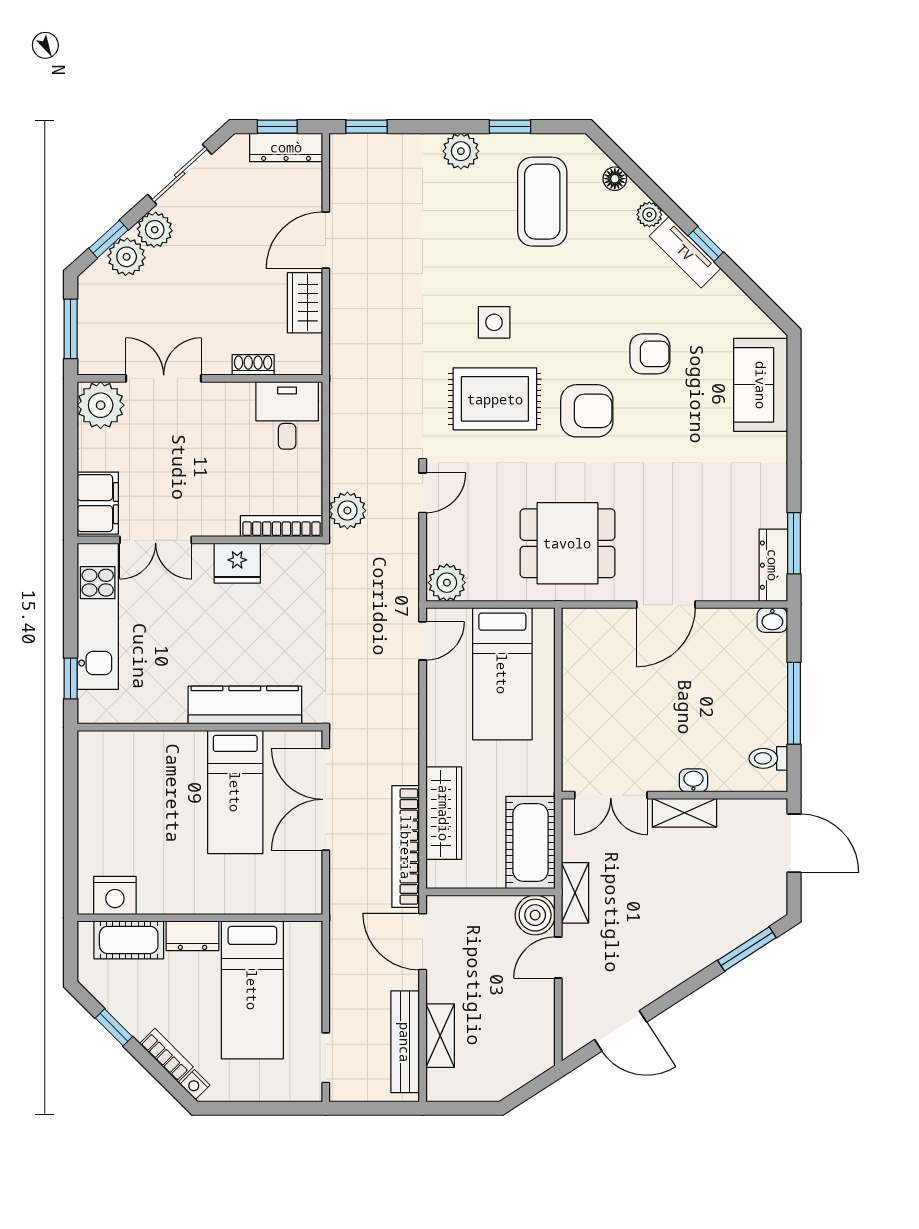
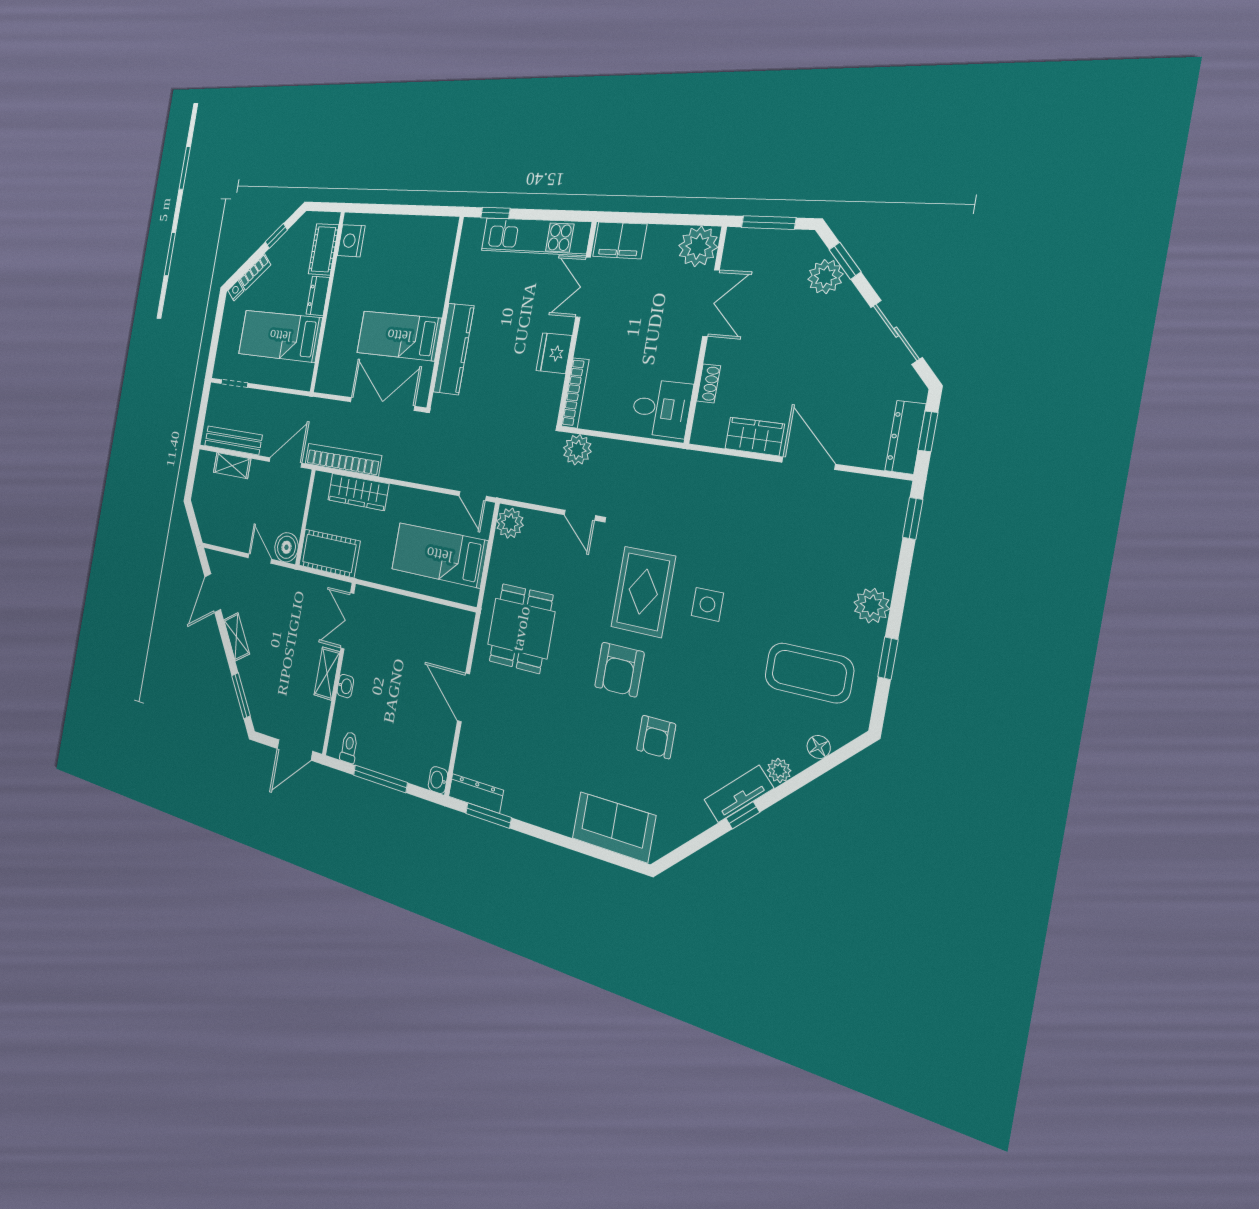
plant: (155, 230) -> (846, 304), removed
shelving: (575, 893) -> (237, 637), moved, turned 57

